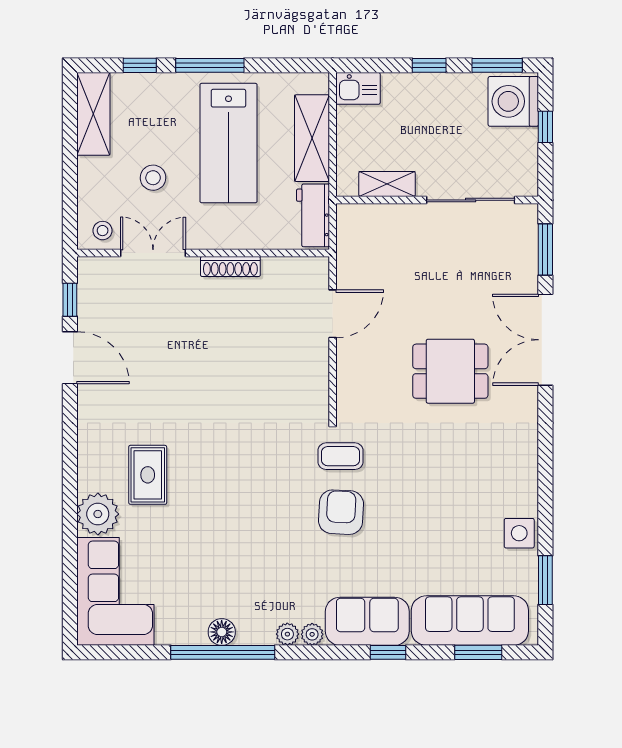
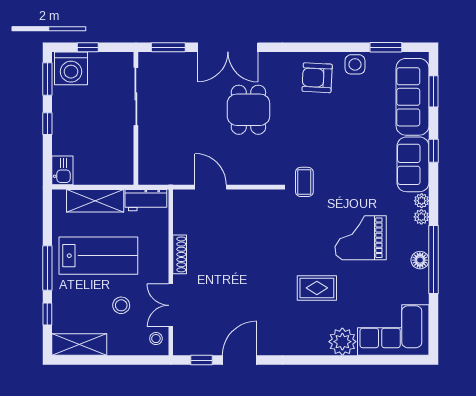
shelving: (387, 184) -> (125, 151), removed
rug: (148, 475) -> (317, 288), moved
armchair: (341, 512) -> (317, 78), moved
grand piano: (256, 542) -> (361, 238), added

